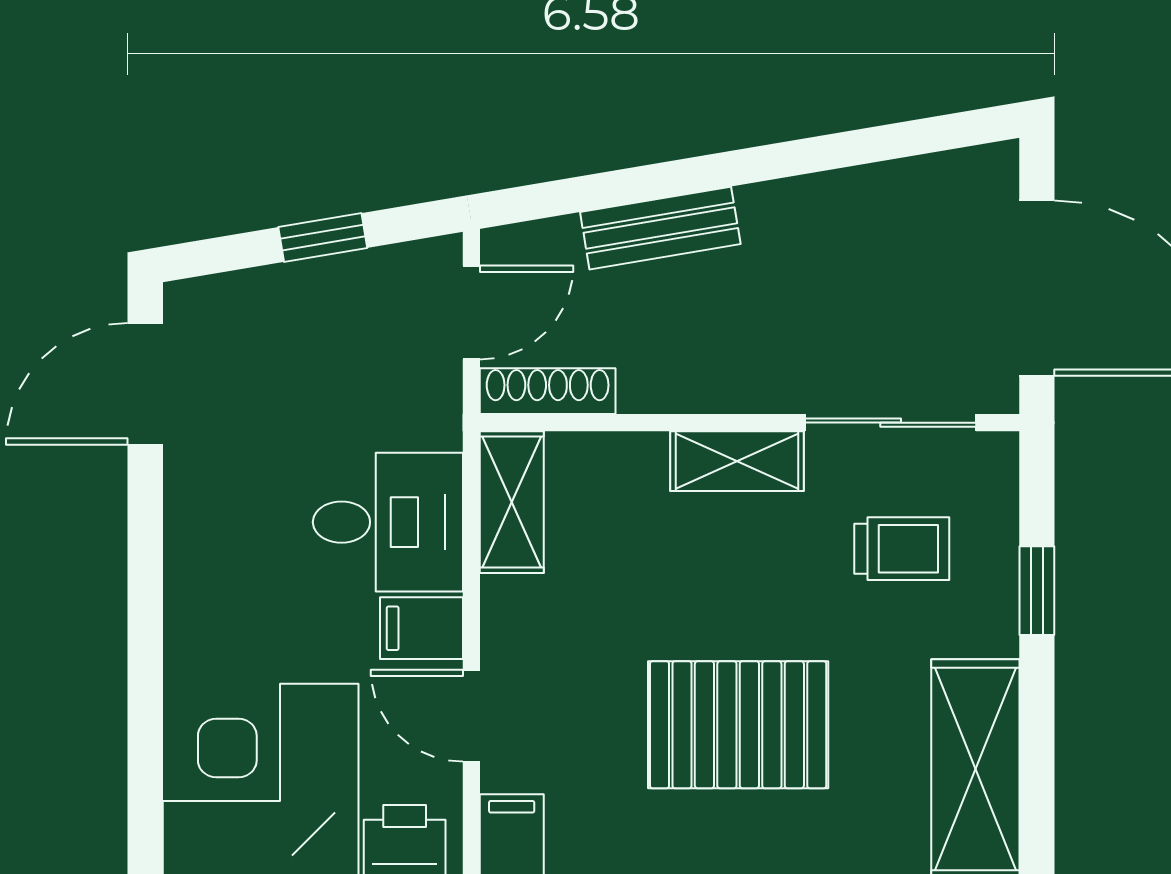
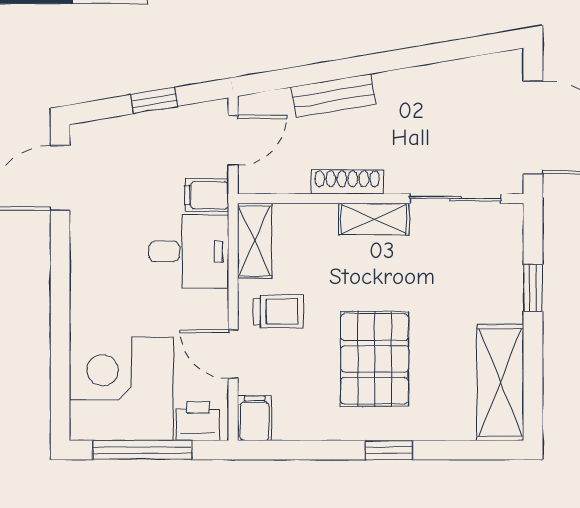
shoe rack: (548, 391) -> (347, 182), moved
trolley: (902, 549) -> (278, 312), moved
filing cabinet: (422, 628) -> (207, 195), moved
pallet: (738, 725) -> (375, 359), turned 90

